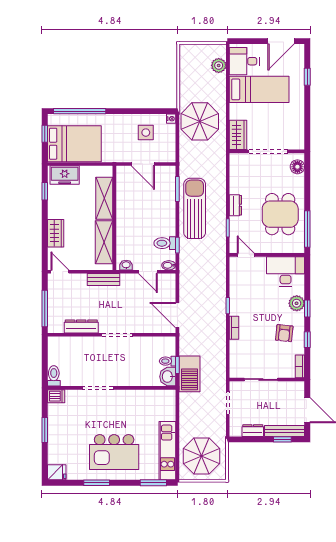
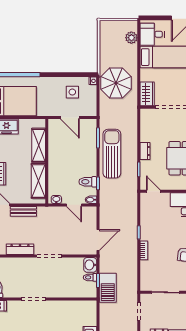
bench: (103, 280) -> (23, 211), moved
door: (177, 315) -> (98, 240), swing flipped
washbasin: (168, 377) -> (90, 265), moved

